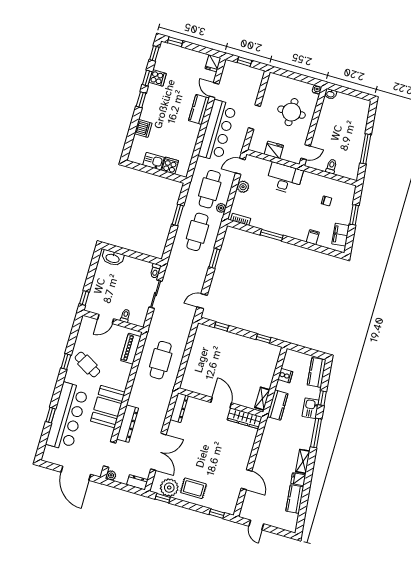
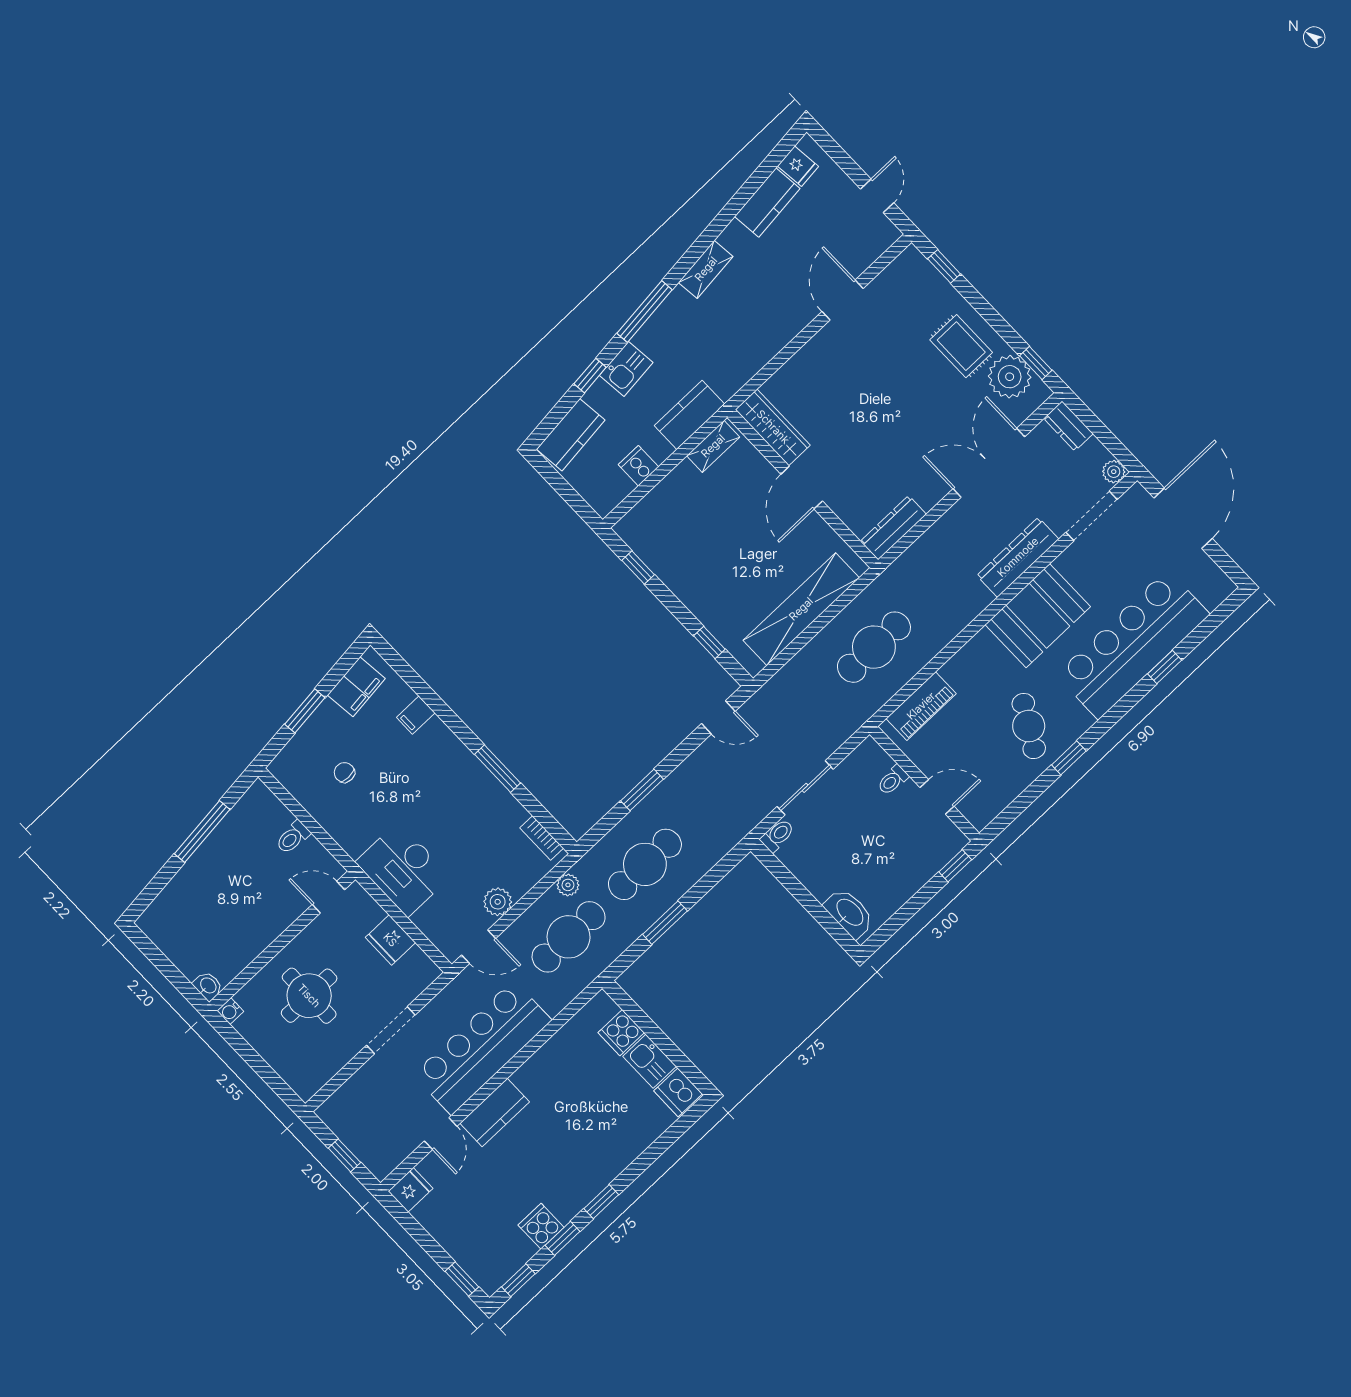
dishwasher: (143, 128) -> (678, 1092), moved, turned -90
shelving: (195, 358) -> (801, 609), added
fridge: (298, 479) -> (798, 166), moved

